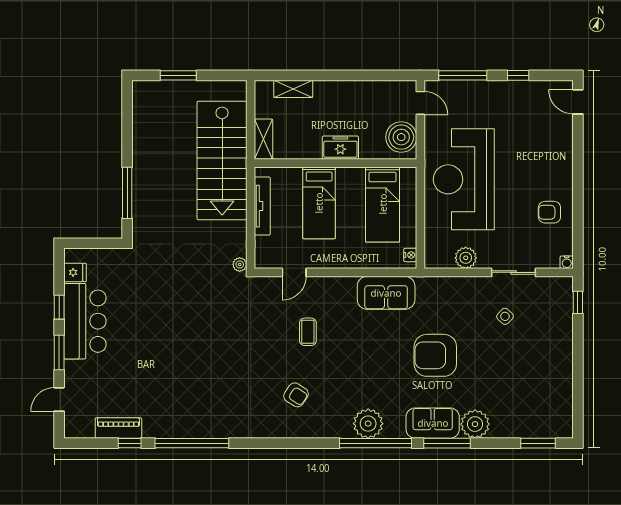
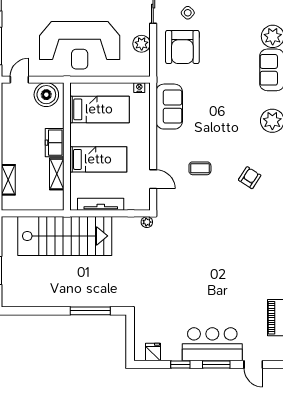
shelving: (263, 139) -> (57, 174), moved, turned 90
bar counter: (85, 321) -> (212, 344), moved
armchair: (435, 355) -> (182, 47), moved

